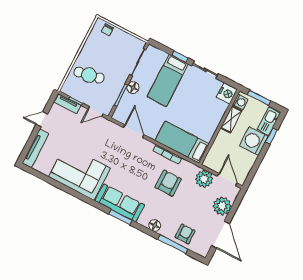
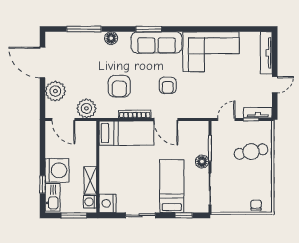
window: (180, 57) -> (184, 215), moved
door: (134, 131) -> (166, 119), moved
armchair: (185, 234) -> (168, 85), moved

